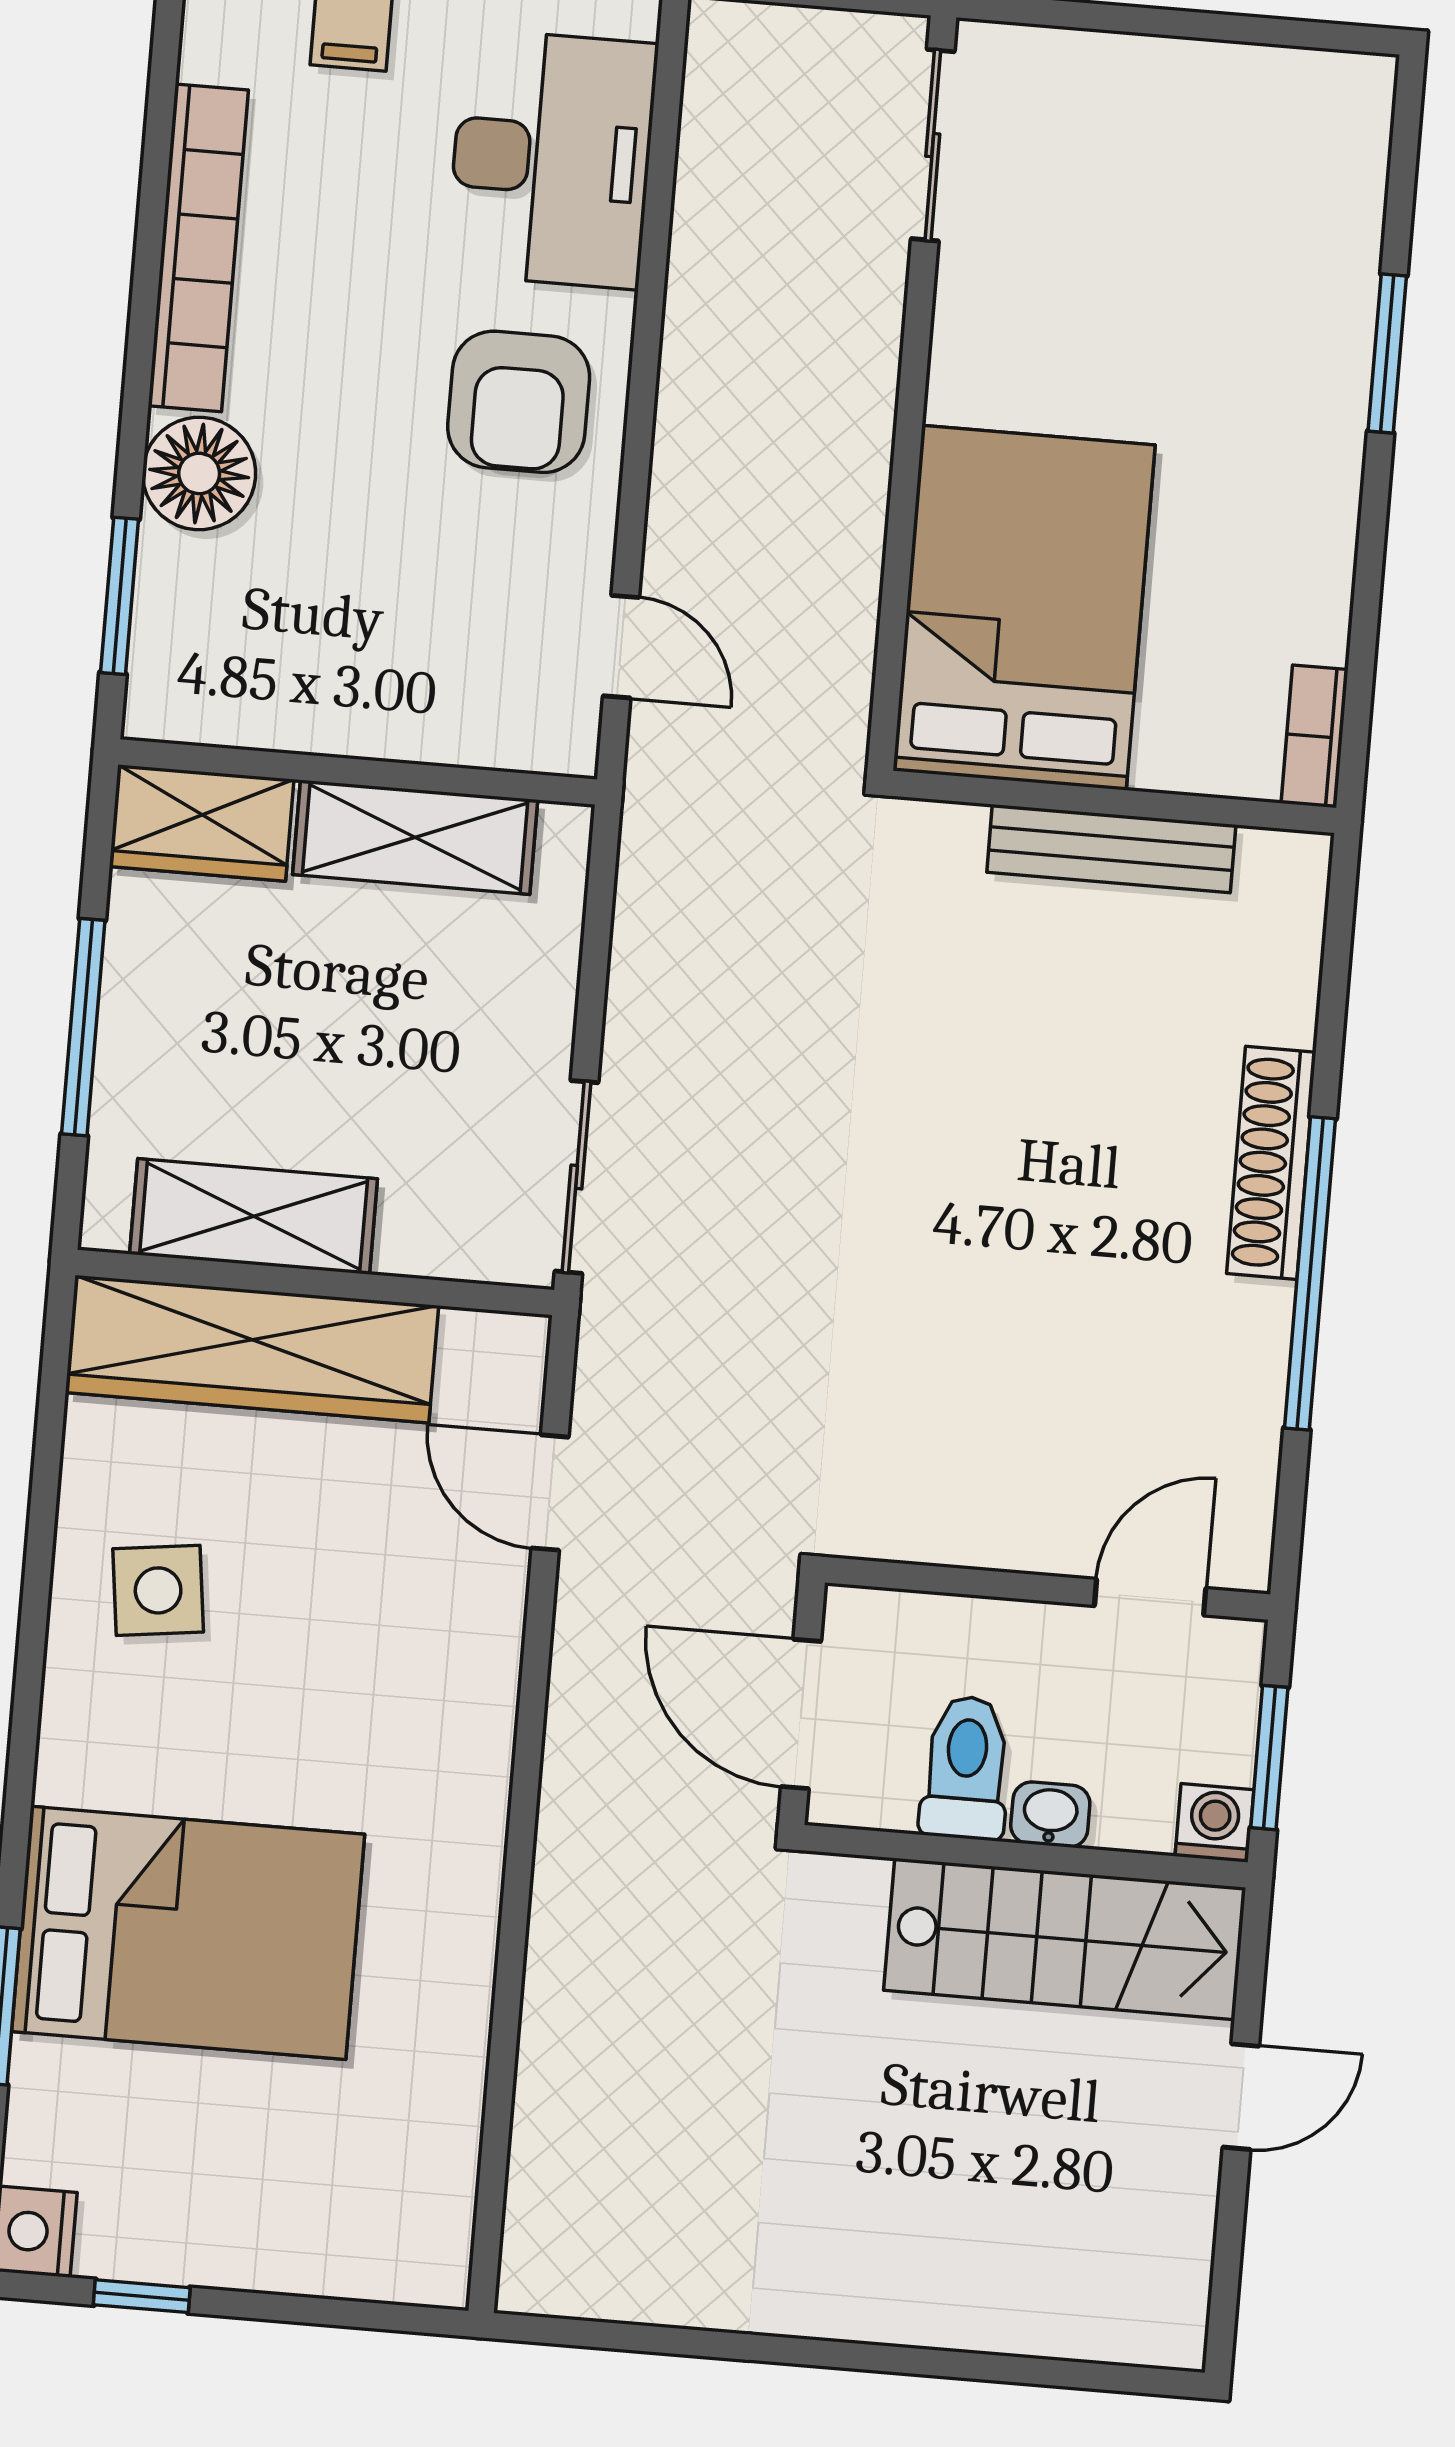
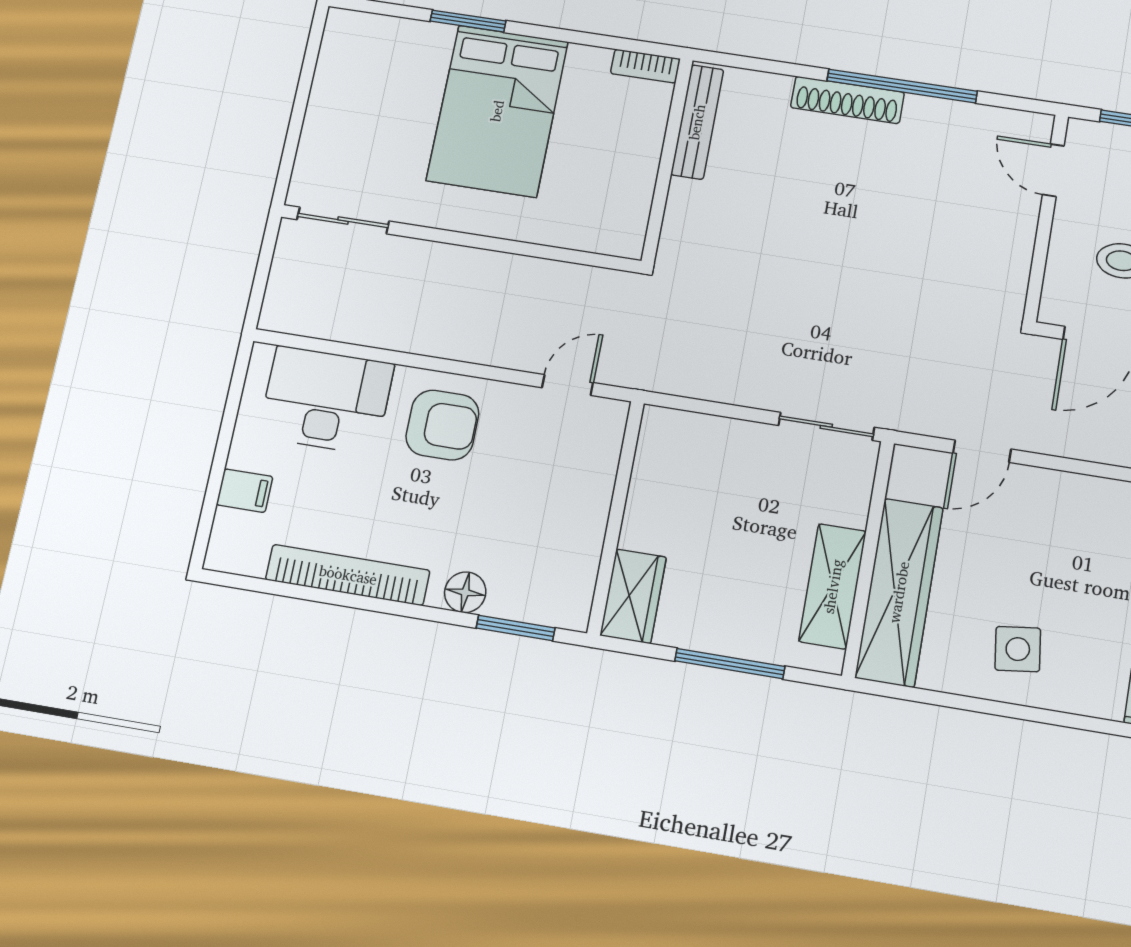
floor lamp: (199, 473) -> (465, 592), width x0.73, depth x0.73
bed: (1024, 608) -> (497, 111), moved, turned -90
shelving: (415, 837) -> (651, 492), removed
bench: (1111, 849) -> (697, 122), moved

